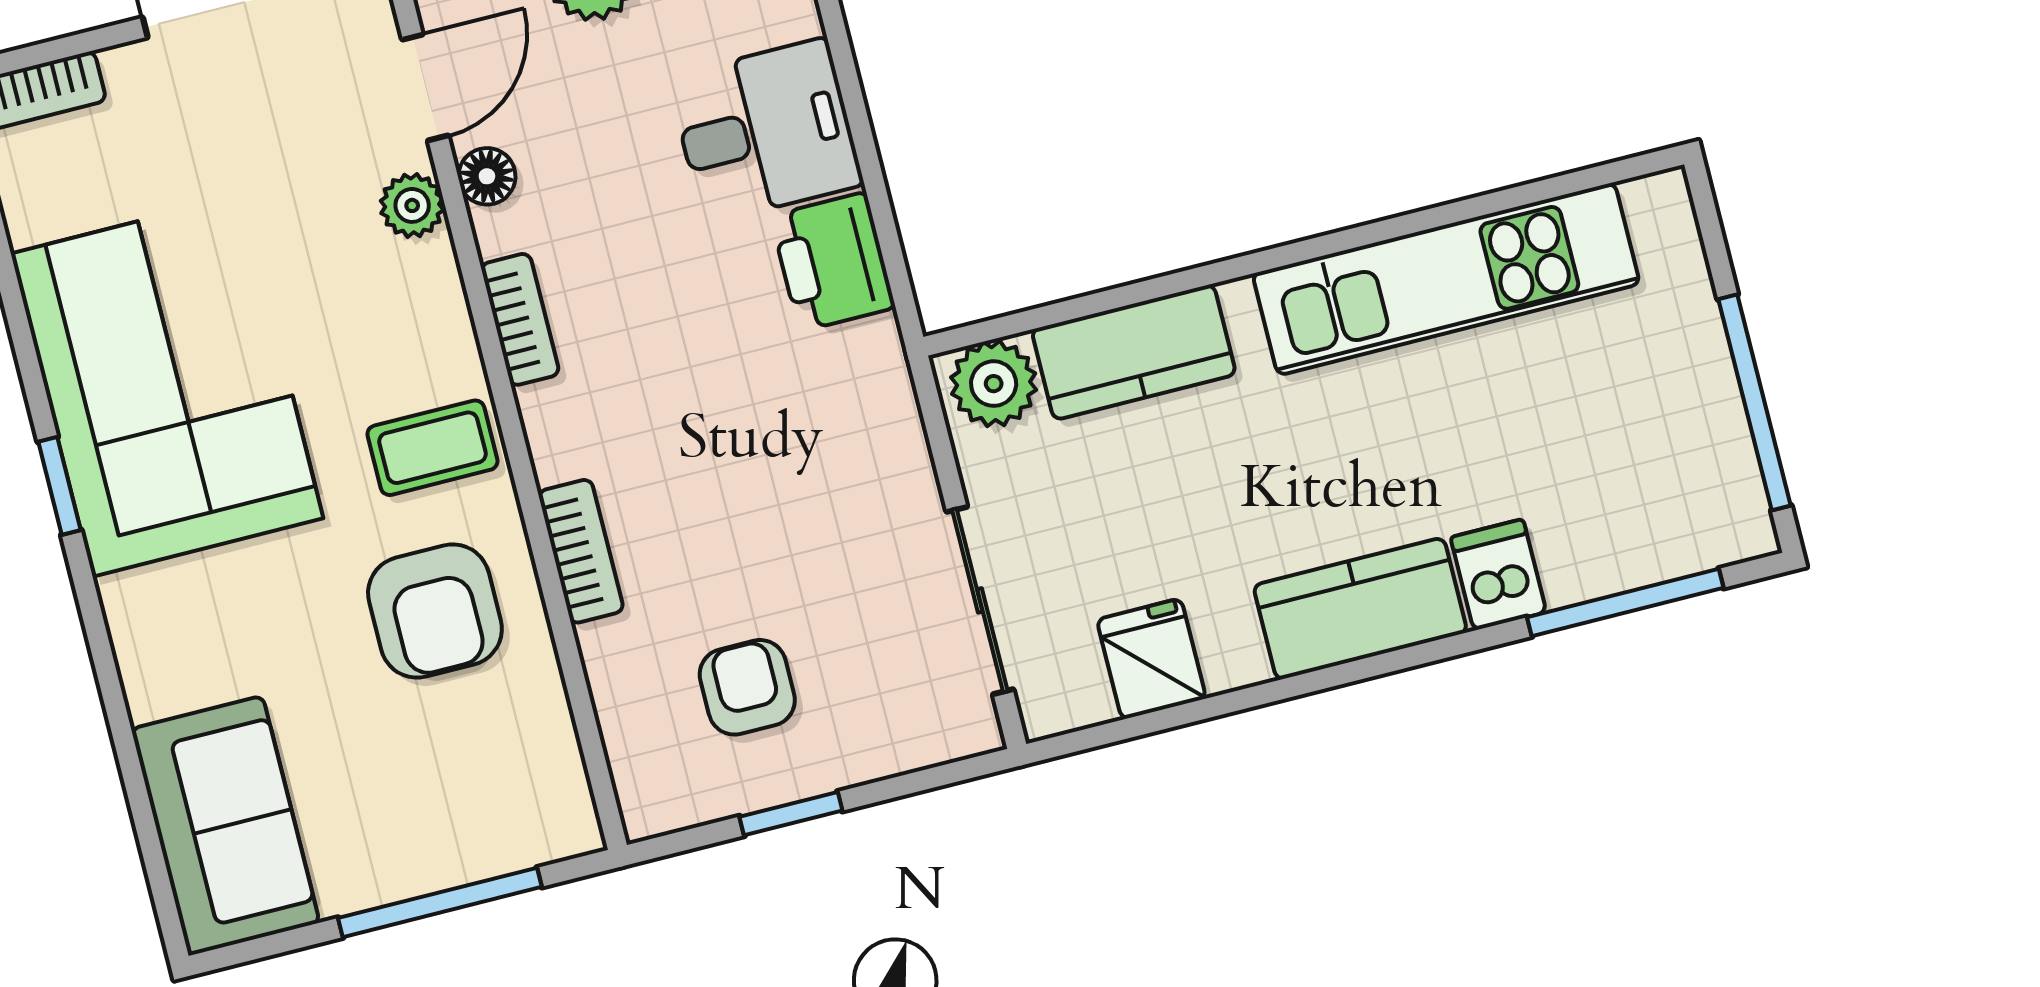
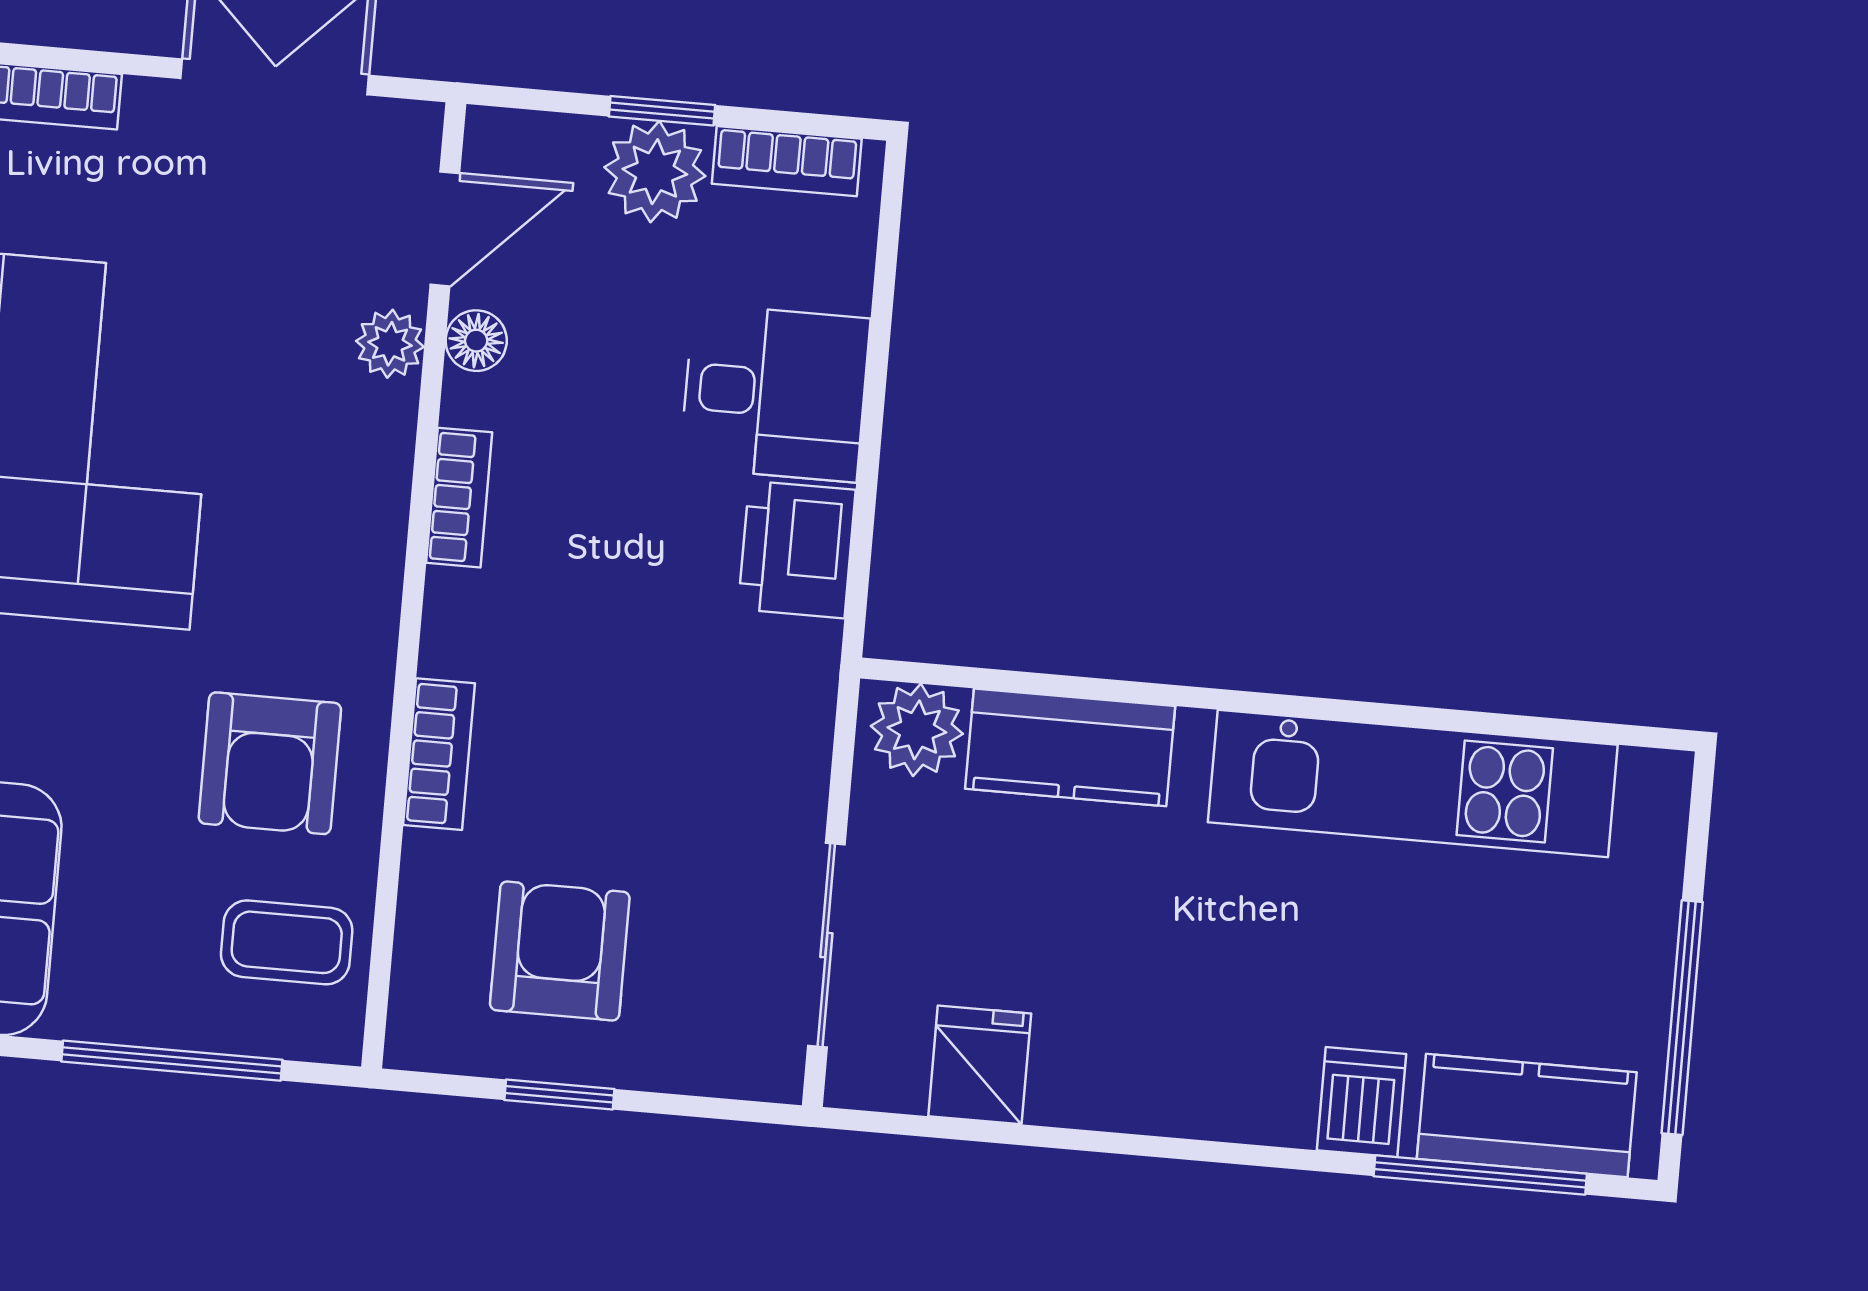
coffee table: (432, 448) -> (287, 942), moved
kitchen counter: (1360, 609) -> (1527, 1116), moved
armchair: (747, 687) -> (560, 951), width x1.38, depth x1.38

